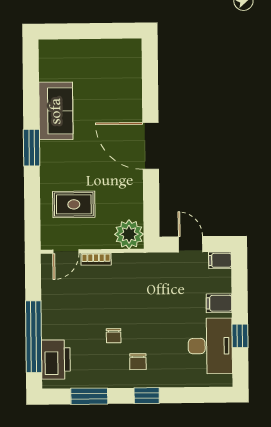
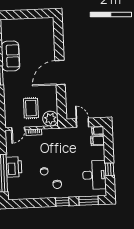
door: (151, 146) -> (60, 73), hinge flipped
rug: (74, 204) -> (31, 108), moved, turned 90
filing cabinet: (219, 303) -> (98, 141), moved
printer: (56, 360) -> (14, 167), moved
window: (89, 396) -> (89, 201), moved

